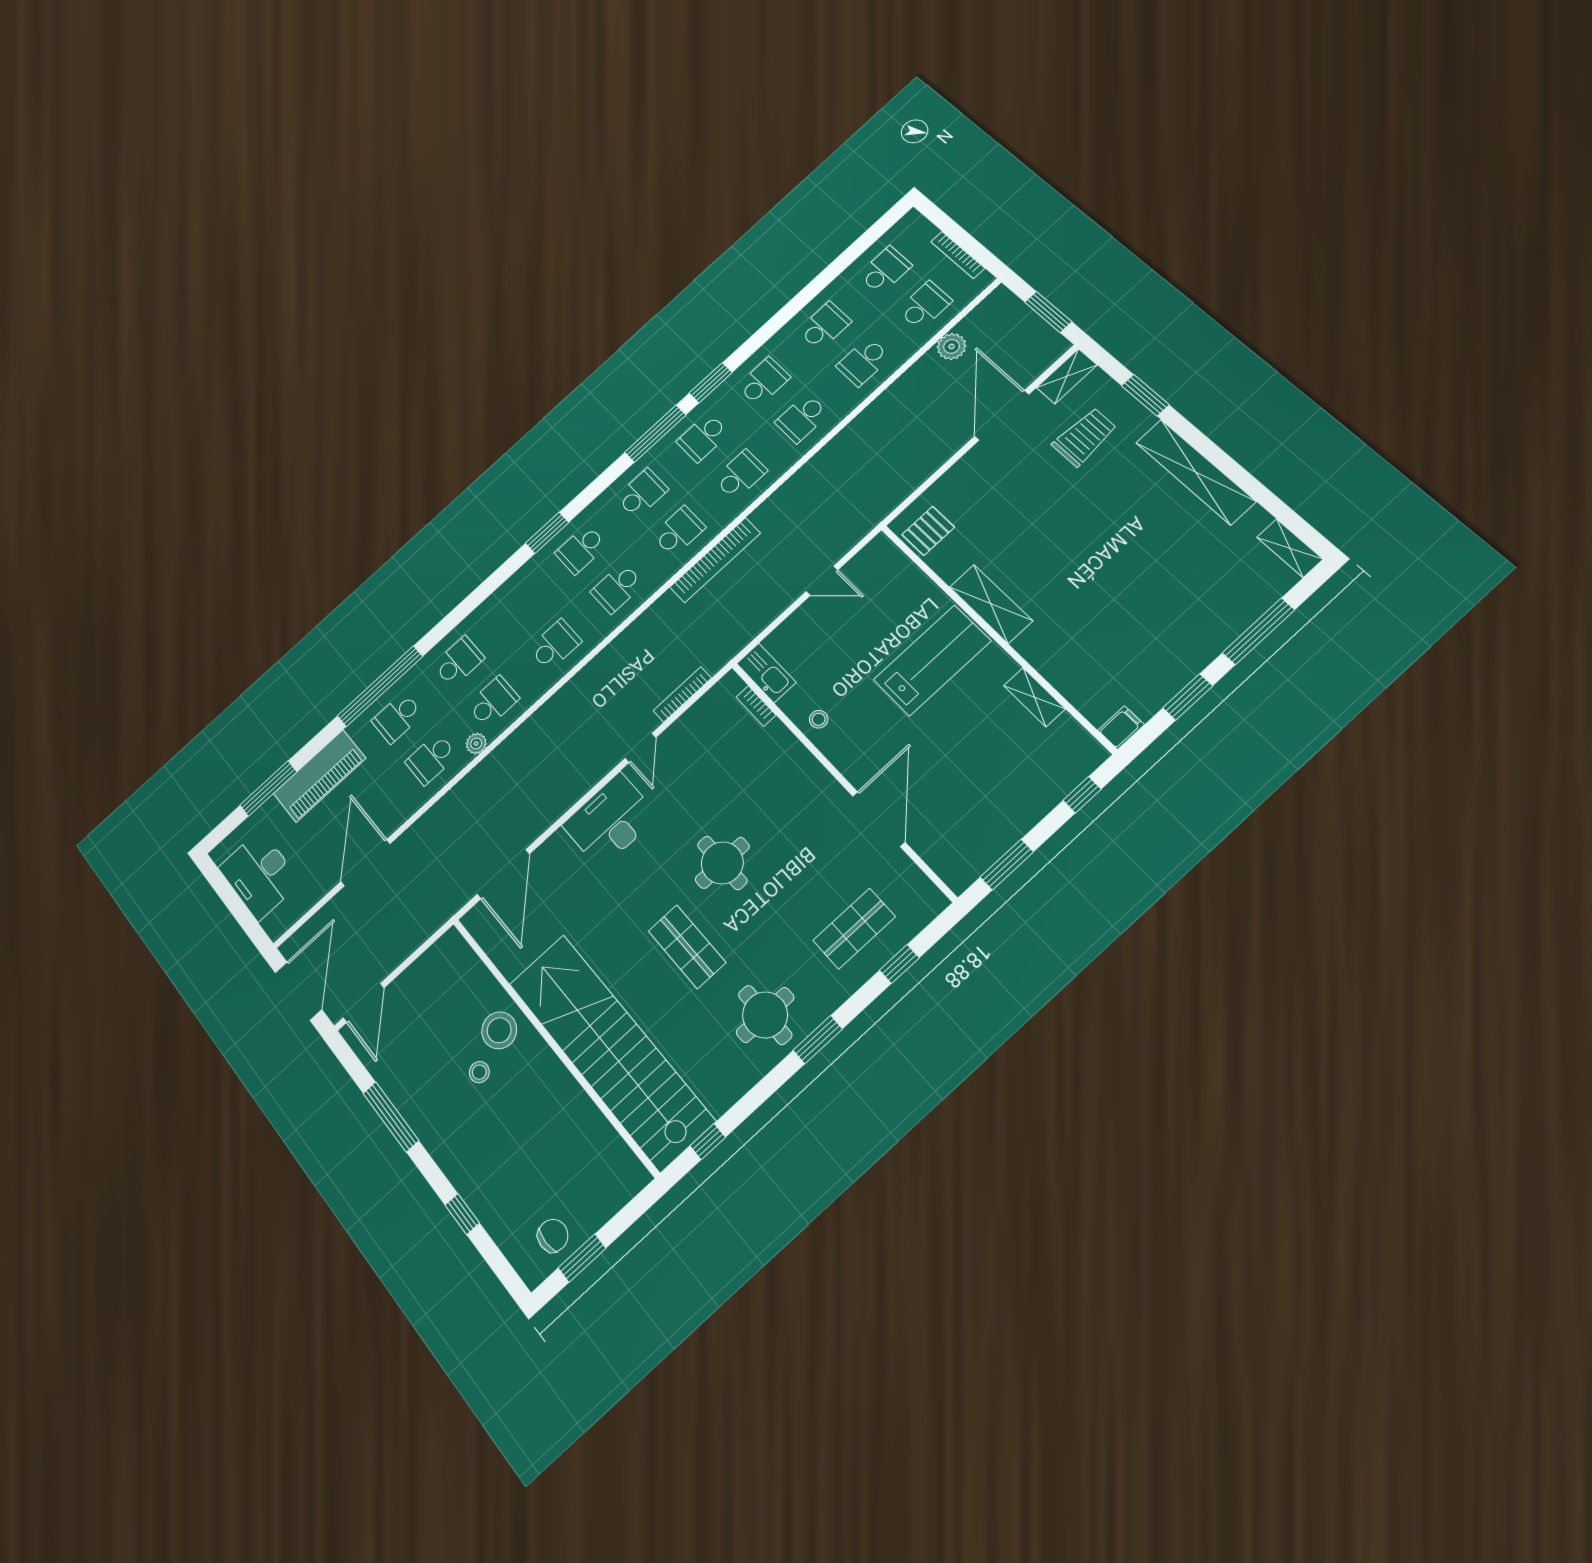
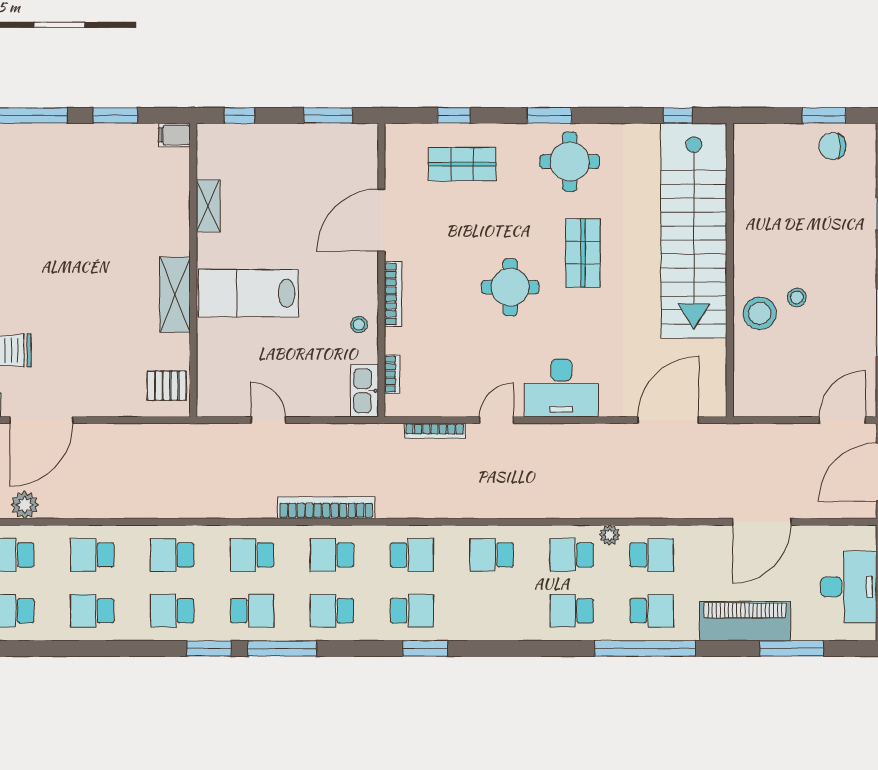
school desk: (863, 362) -> (92, 555), turned 180
school desk: (802, 418) -> (172, 555), turned 180
bookcase: (814, 768) -> (393, 294), added

